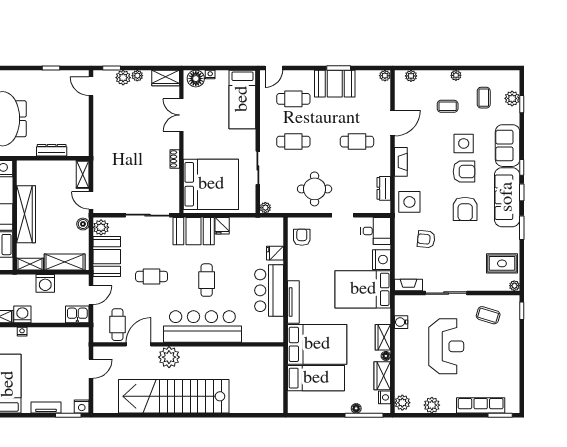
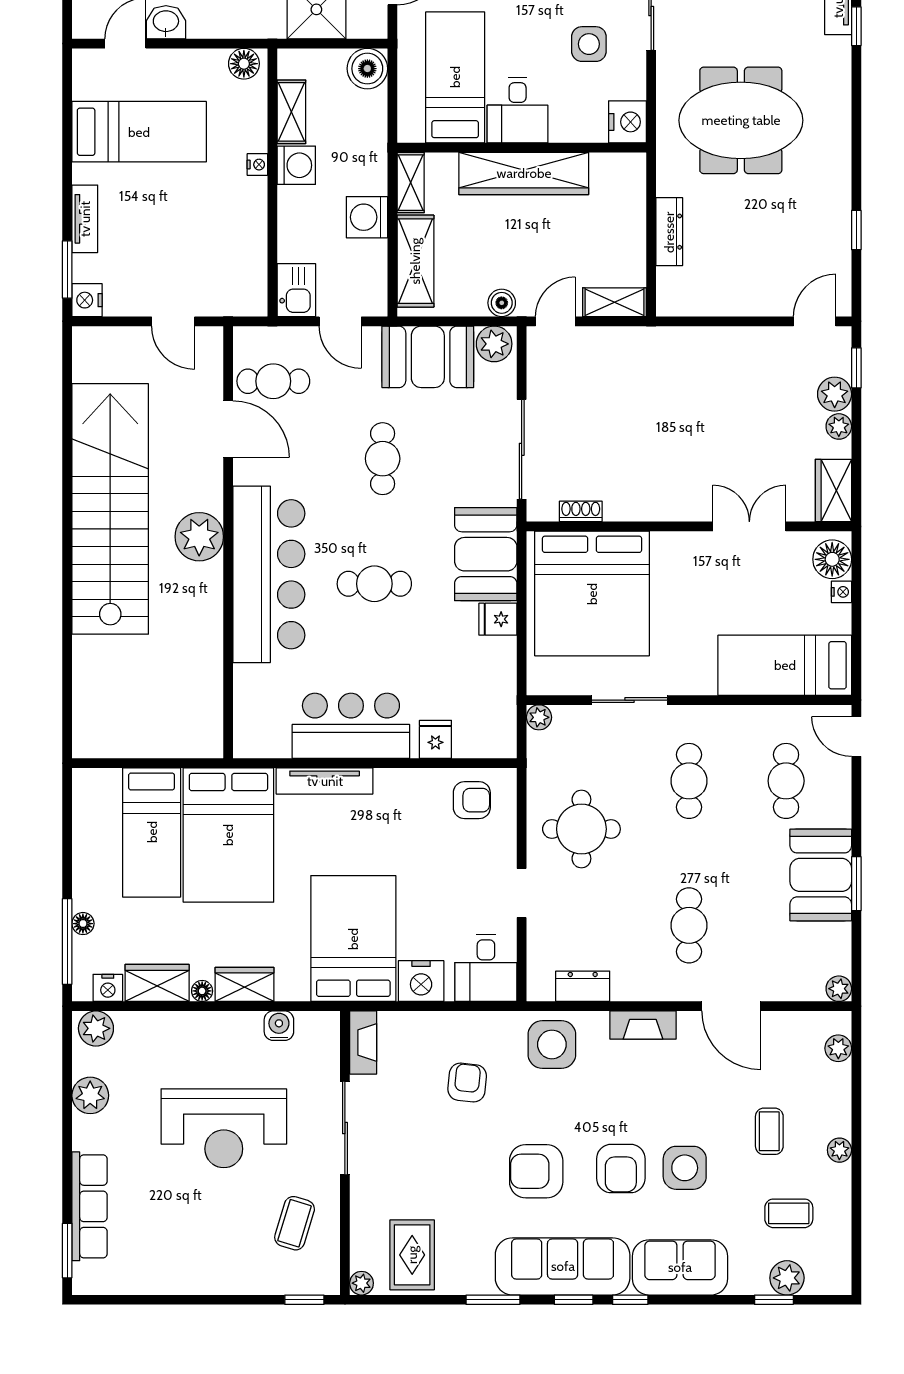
shoe rack: (175, 159) -> (581, 511), moved
plant: (169, 357) -> (199, 537), moved

